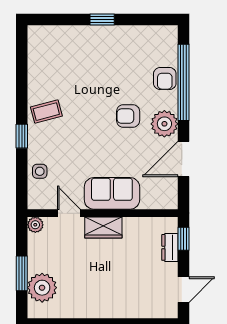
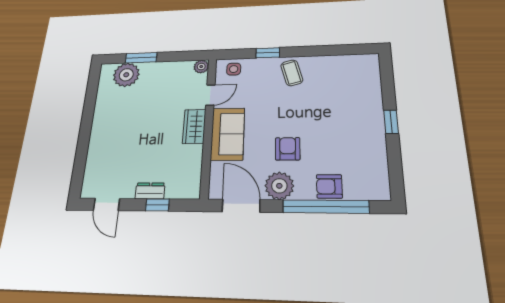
sofa: (112, 193) -> (228, 134), moved
door: (69, 213) -> (210, 95), moved
wall: (103, 213) -> (208, 125), moved
plant: (35, 225) -> (201, 67), moved
wardrobe: (103, 228) -> (194, 126), moved

